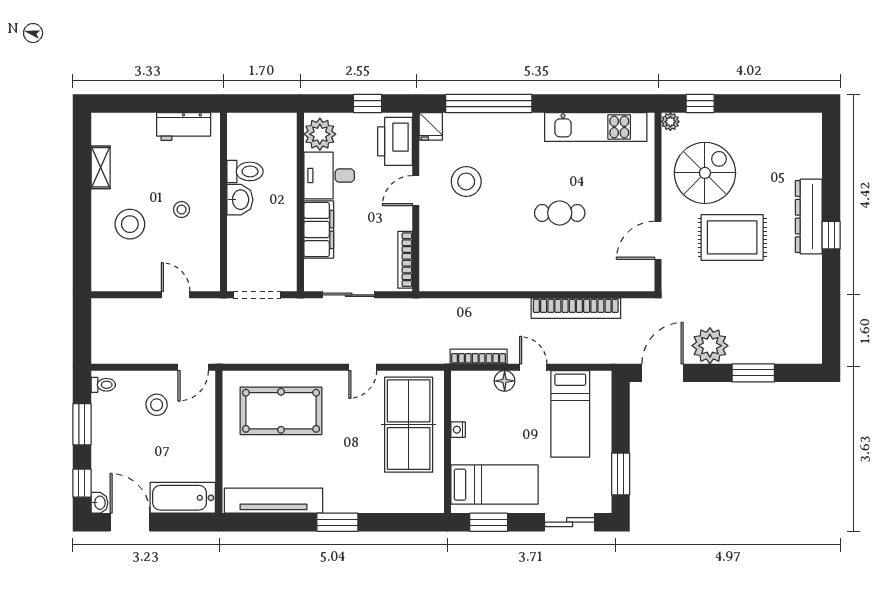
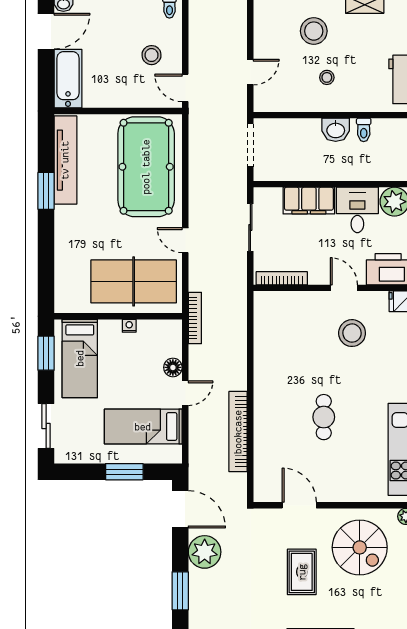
toilet: (245, 171) -> (364, 130), width x0.73, depth x0.72
rug: (732, 237) -> (302, 572), width x0.73, depth x0.70
bookcase: (479, 356) -> (195, 318), moved
pool table: (281, 411) -> (146, 167), width x1.36, depth x1.32
window: (621, 474) -> (124, 472), moved
window: (337, 522) -> (46, 191), moved

